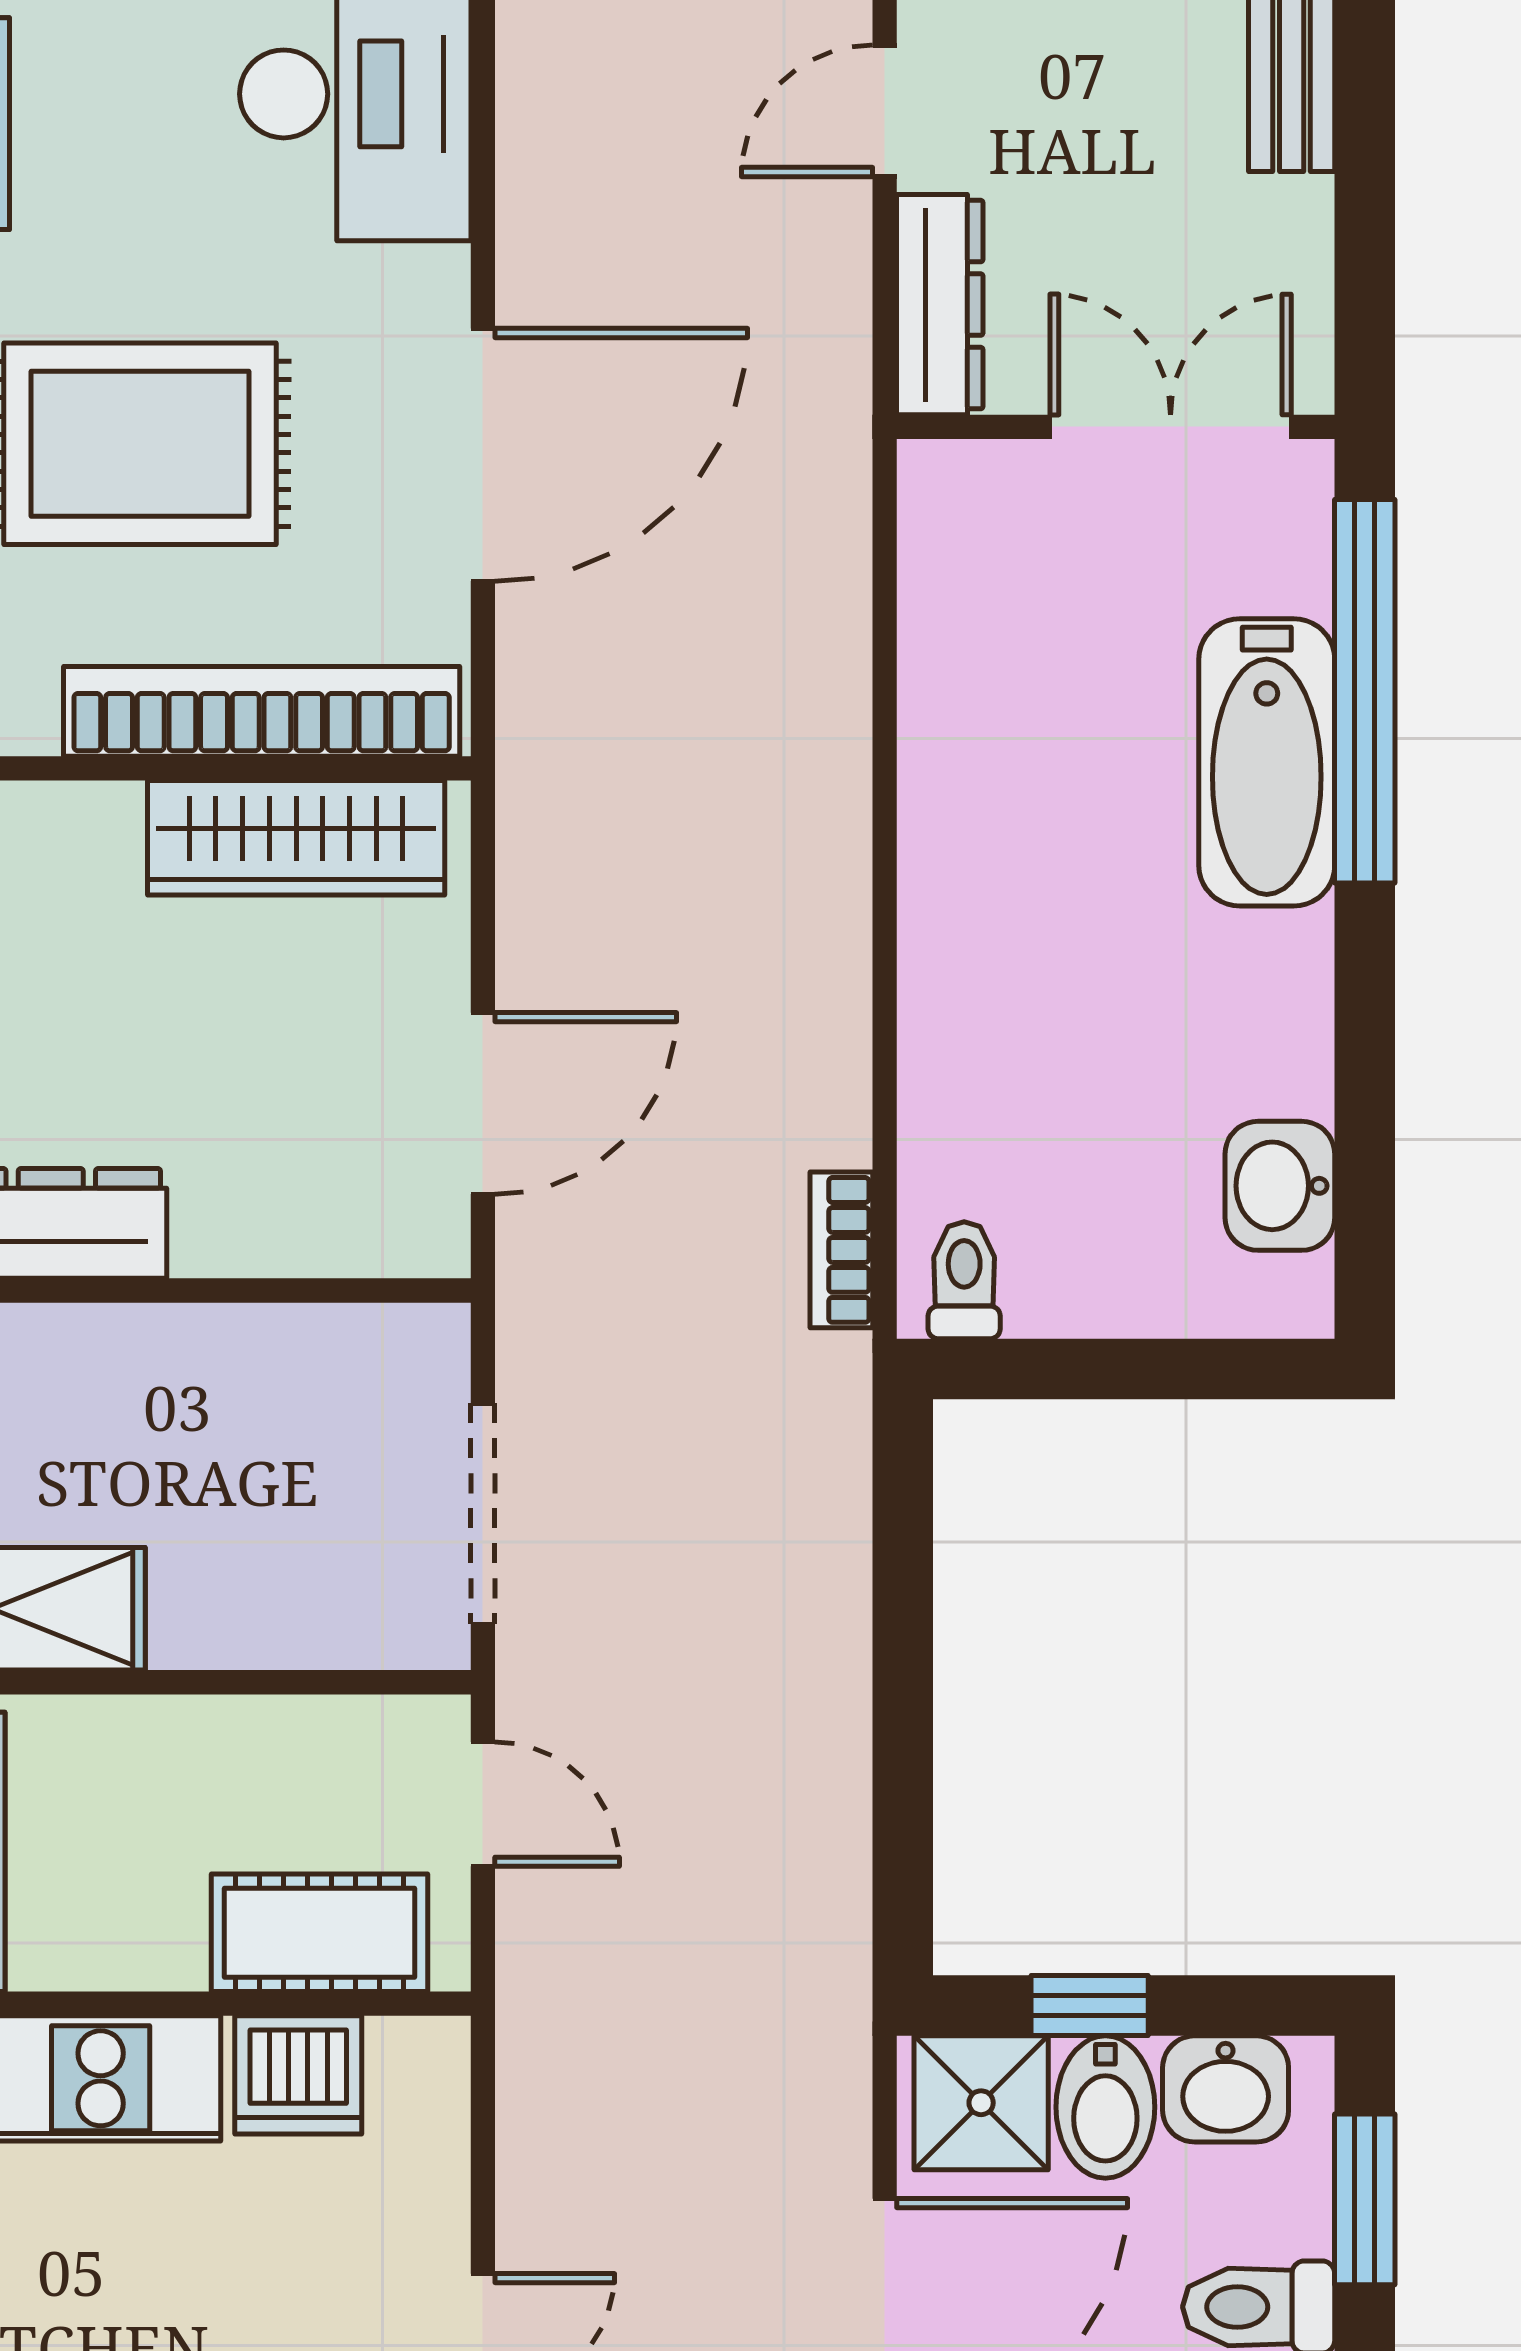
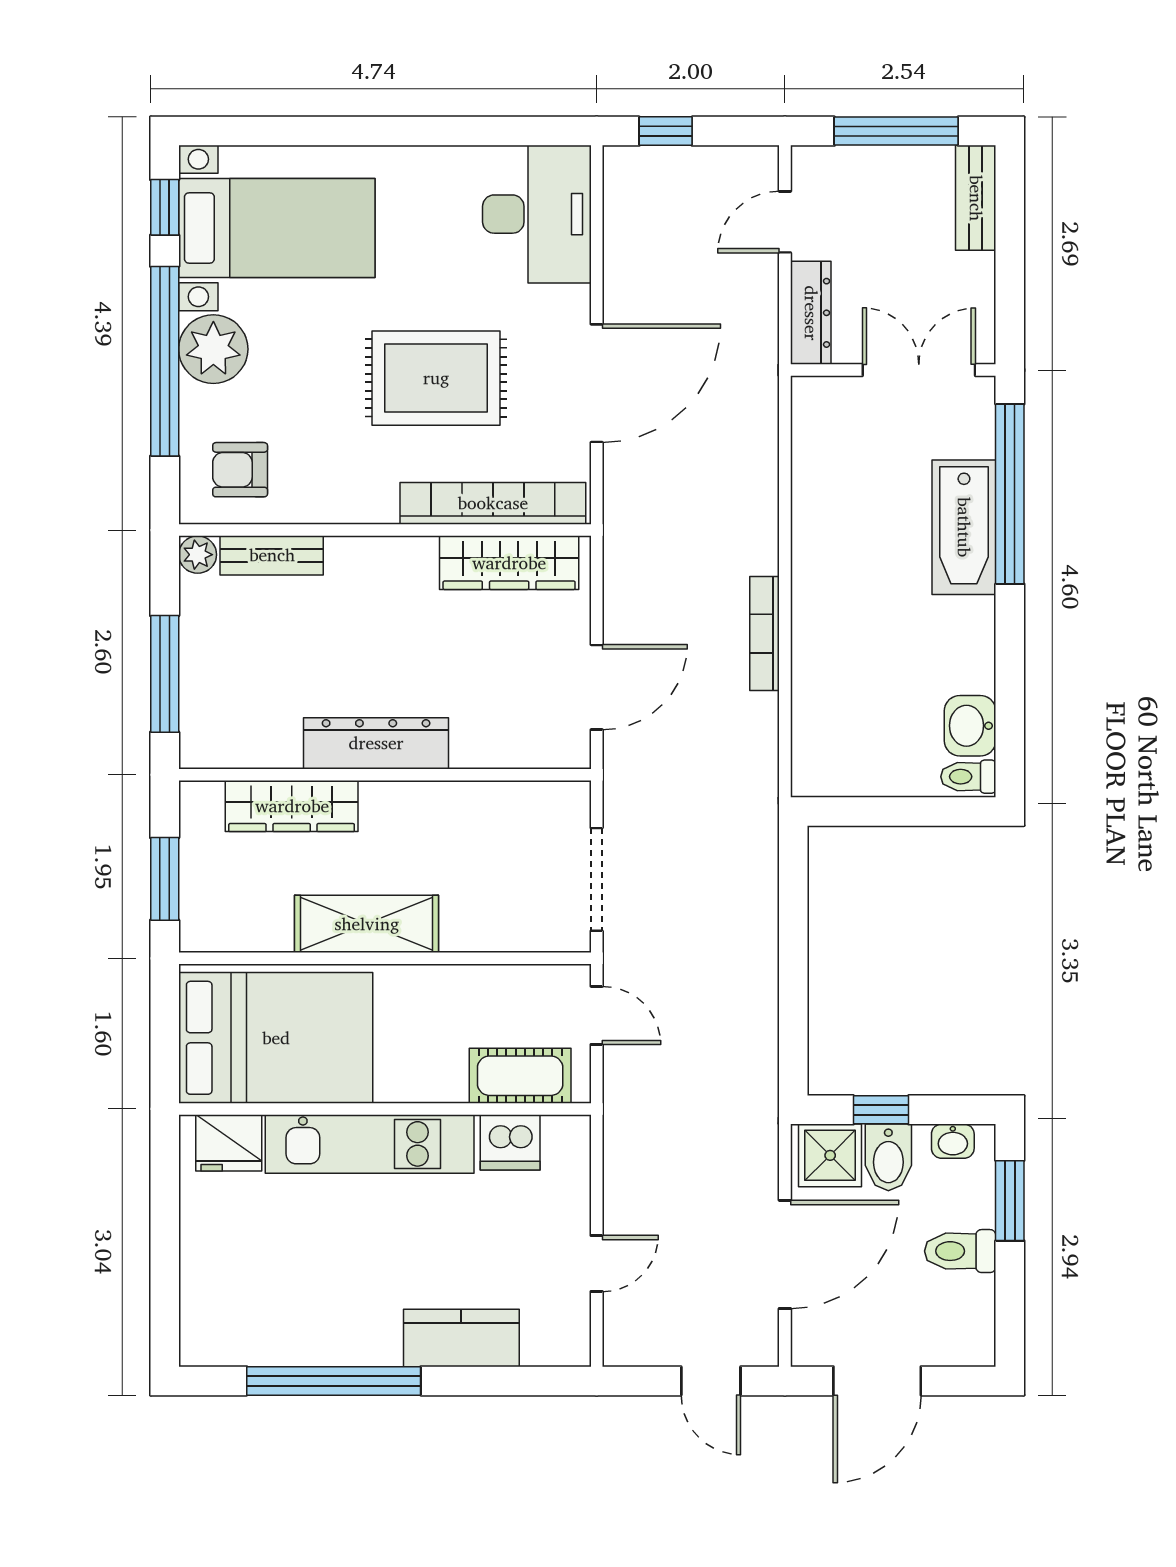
bookcase: (841, 1250) -> (765, 634), moved, width x1.56
toilet: (964, 1280) -> (968, 777), moved, turned -90
washbasin: (1226, 2089) -> (953, 1141), width x0.72, depth x0.69

